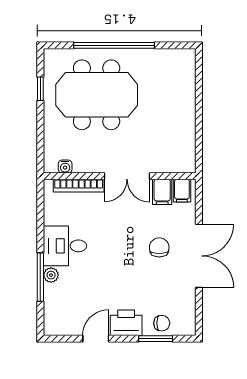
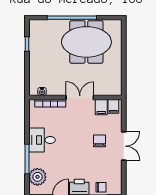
meeting table: (97, 95) -> (86, 42), moved
double door: (127, 176) -> (80, 97), swing flipped
double door: (199, 256) -> (124, 146), width x0.73
plant: (51, 275) -> (37, 177), moved, width x1.88, depth x1.88

